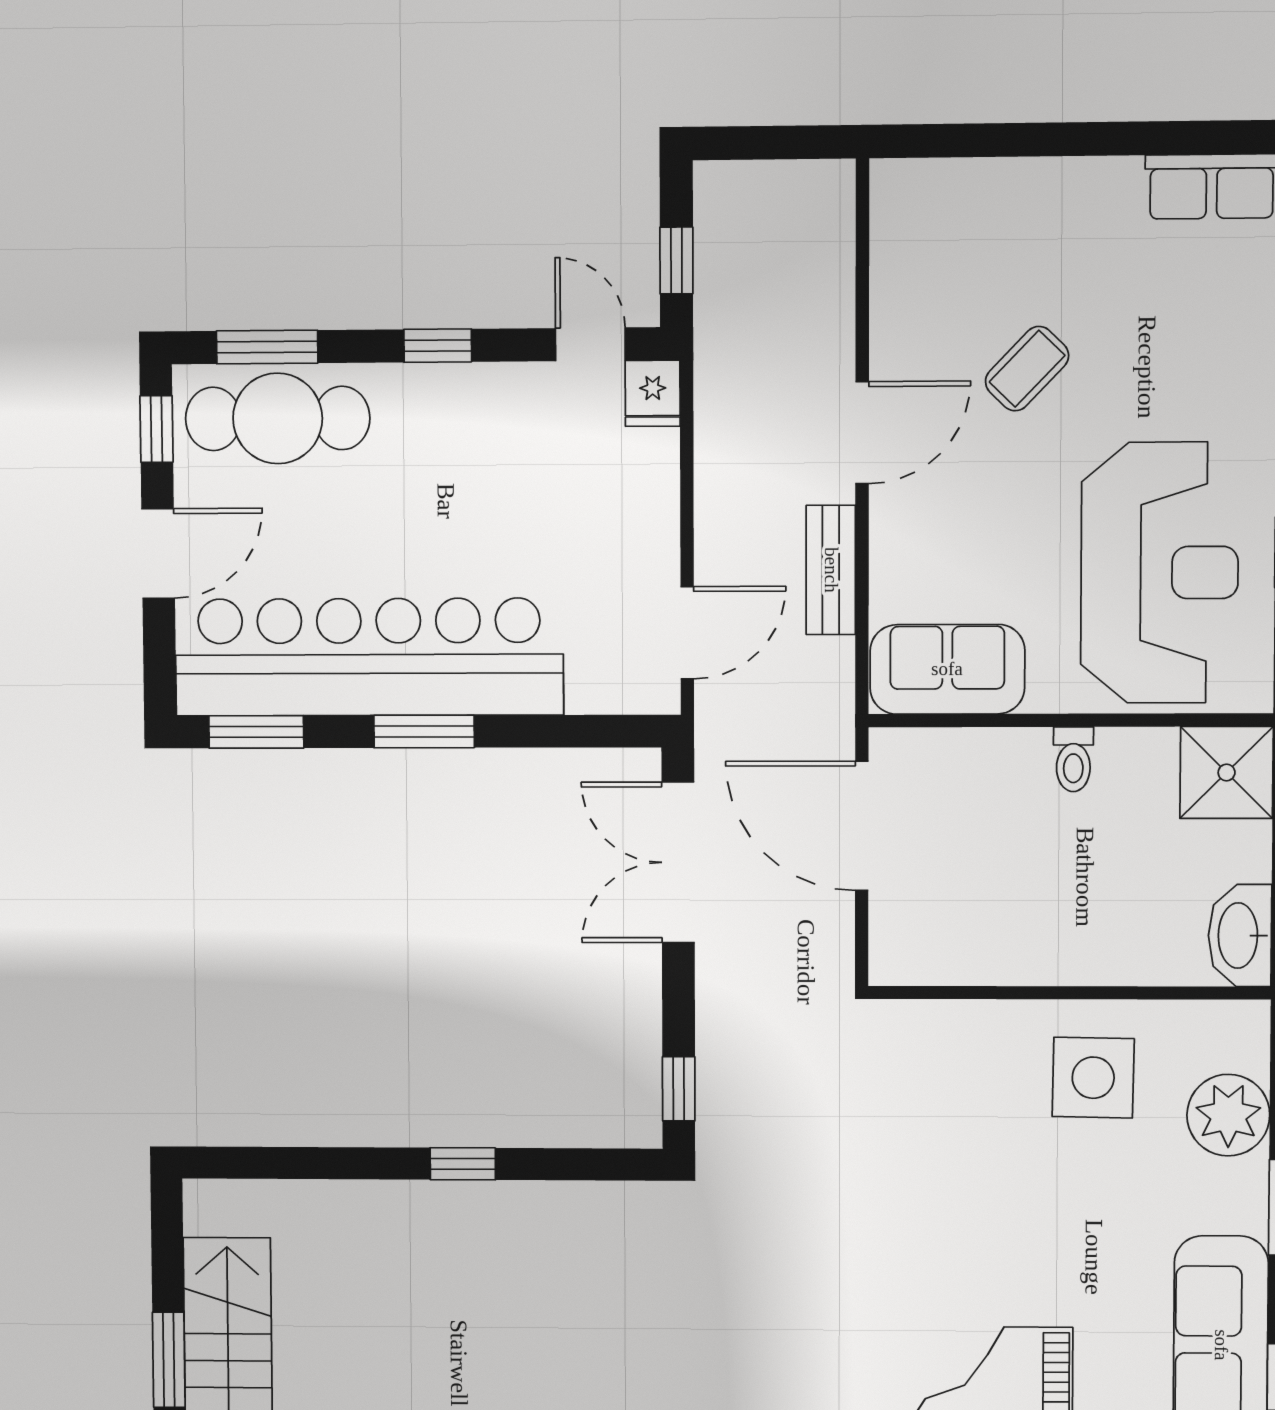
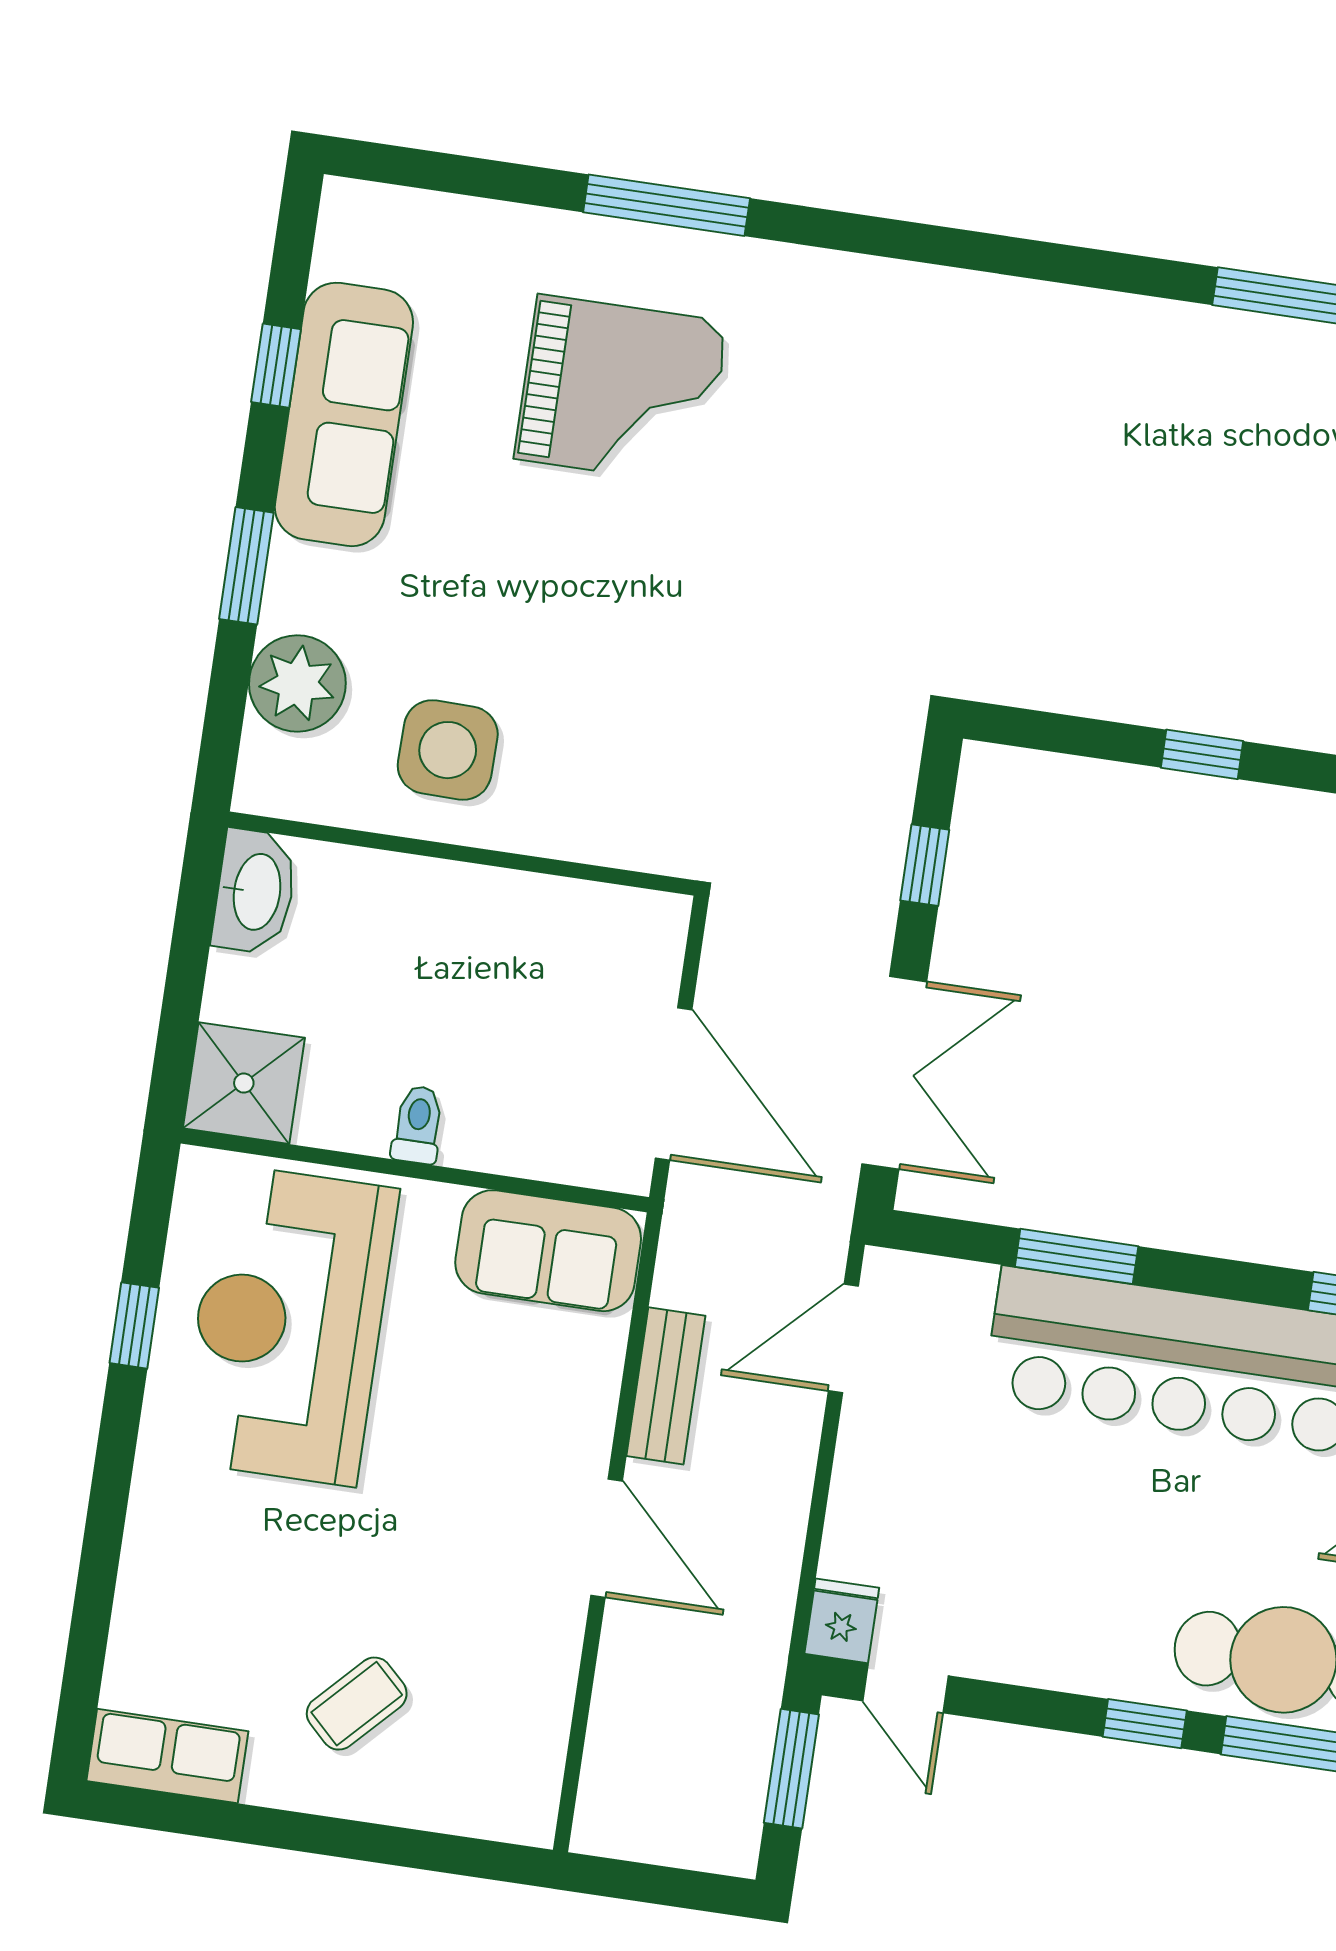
window: (676, 260) -> (791, 1769), width x1.50
window: (438, 346) -> (1145, 1724), moved
coffee table: (1027, 369) -> (357, 1704), moved
door: (862, 433) -> (607, 1538), swing flipped
window: (424, 732) -> (1077, 1256), moved
window: (679, 1089) -> (925, 865), moved

